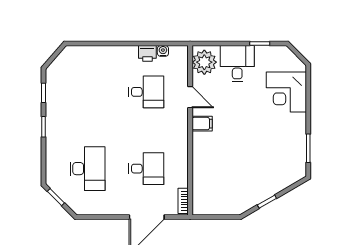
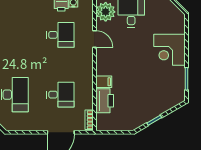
corner desk: (286, 92) -> (169, 50), moved
filing cabinet: (202, 124) -> (104, 82), moved
printer: (203, 177) -> (105, 101), added

